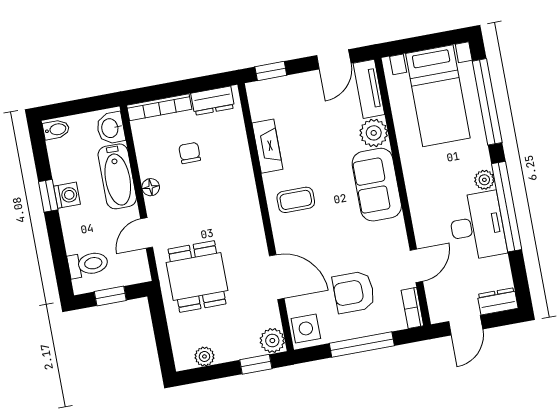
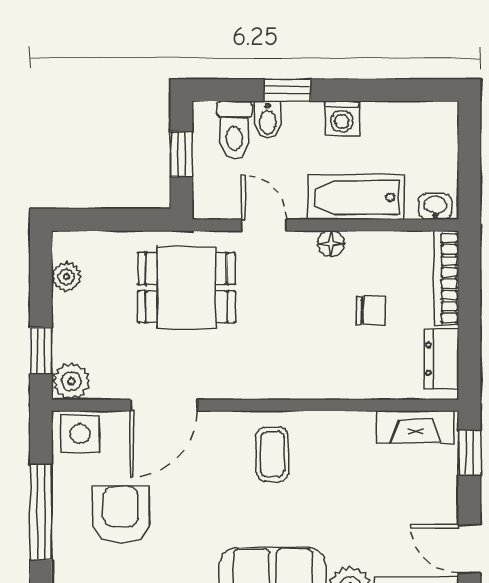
washbasin: (111, 128) -> (435, 207), width x0.72, depth x0.69
bidet: (56, 130) -> (268, 120), moved
fireplace: (267, 146) -> (415, 427), moved
window: (48, 196) -> (288, 90), moved

